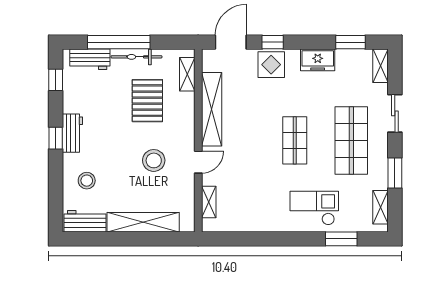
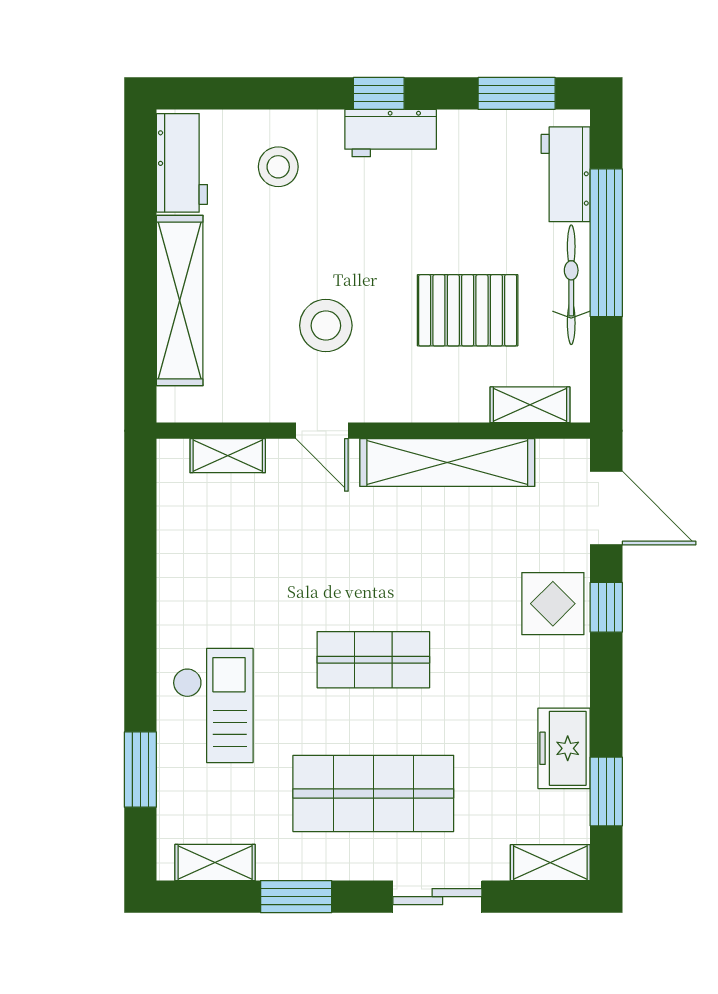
freezer: (318, 60) -> (564, 748), moved
window: (56, 80) -> (517, 93), width x1.50

